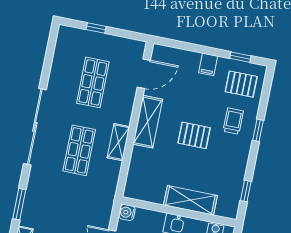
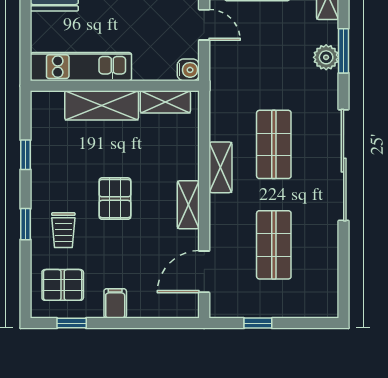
window: (96, 28) -> (258, 323), moved
shelving: (148, 122) -> (188, 205), width x0.67, depth x0.75
pallet: (194, 135) -> (115, 199), turned 90
window: (246, 191) -> (26, 155), moved
shelving: (147, 194) -> (165, 102), added
plant: (32, 202) -> (326, 57), added

